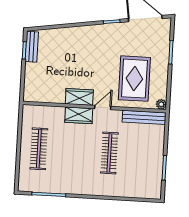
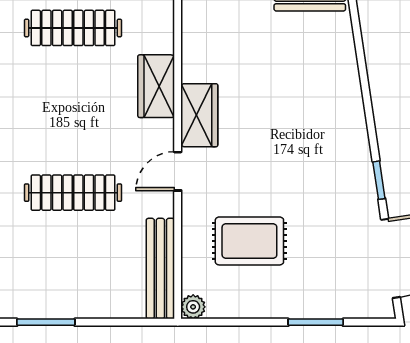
rug: (134, 79) -> (249, 241), width x0.73, depth x0.70
door: (103, 108) -> (178, 171), swing flipped
wardrobe: (79, 115) -> (156, 86), moved

